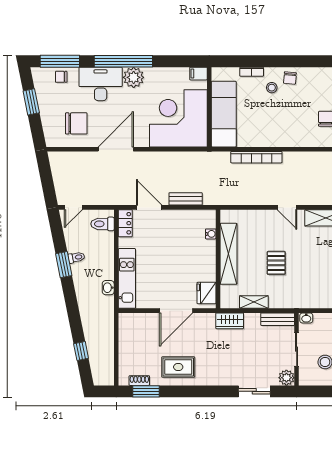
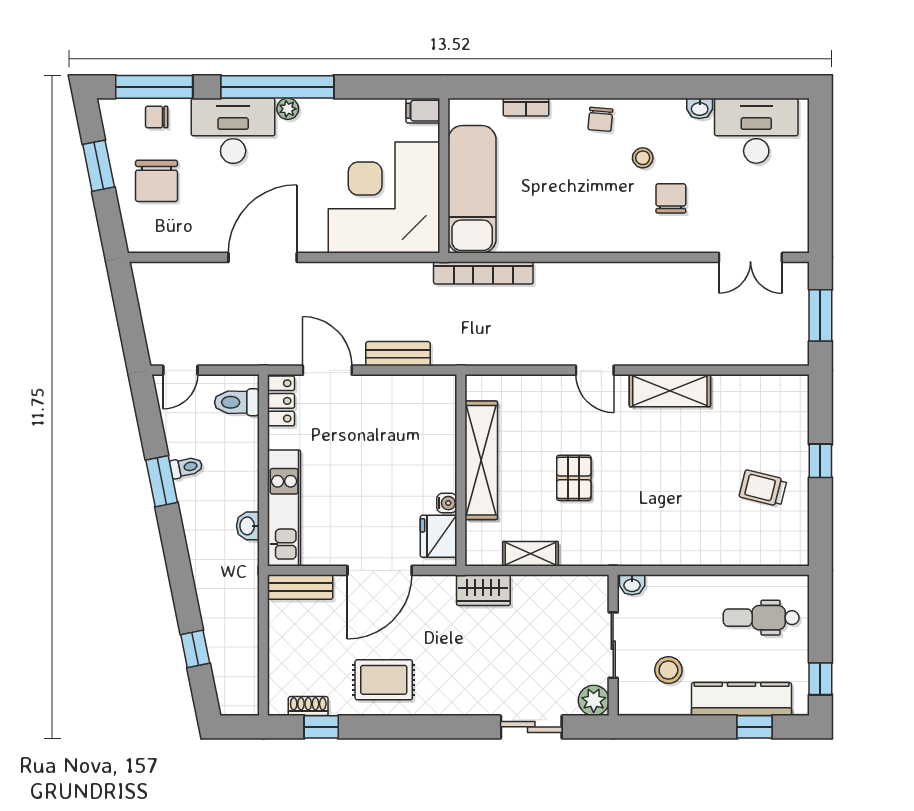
plant: (134, 77) -> (288, 109), width x0.53, depth x0.53
stool: (272, 88) -> (643, 158), moved
chair: (76, 123) -> (157, 181), moved, turned 90
bookcase: (256, 157) -> (483, 273), moved
water cooler: (211, 234) -> (447, 503), moved
bench: (278, 319) -> (300, 587), moved
window: (146, 391) -> (321, 727), width x0.67

